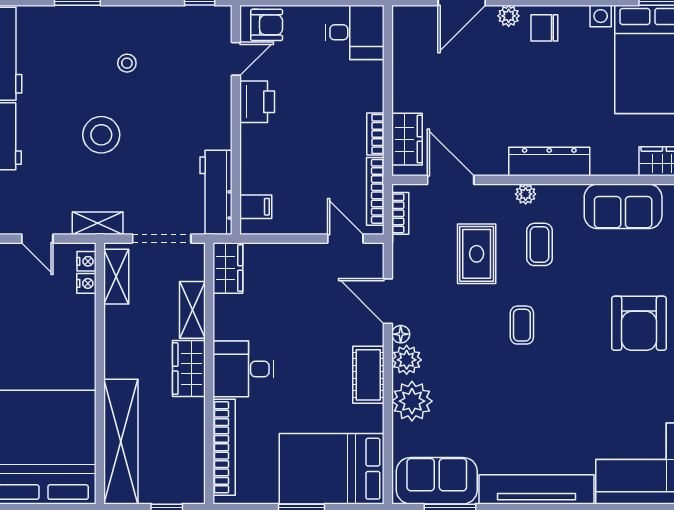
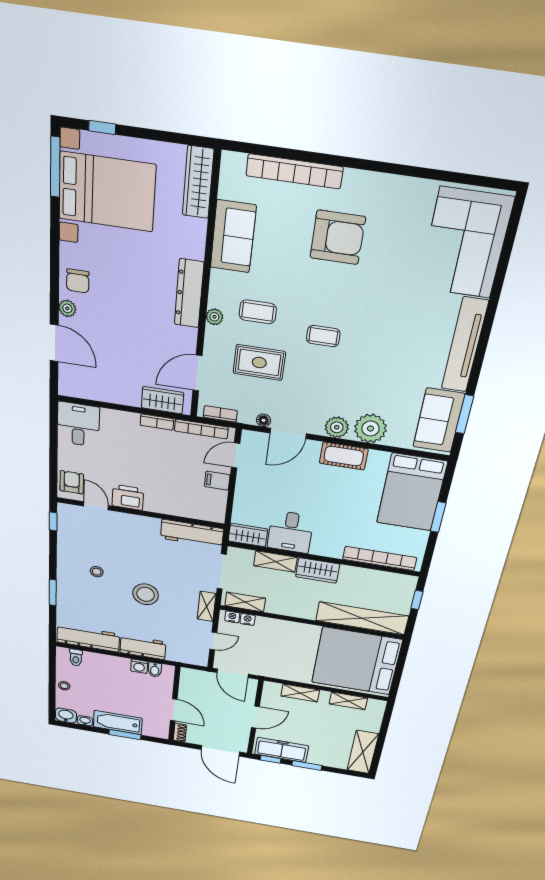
filing cabinet: (256, 207) -> (217, 481), moved, turned -90
floor lamp: (401, 334) -> (264, 420), moved
desk: (243, 369) -> (290, 532), moved

